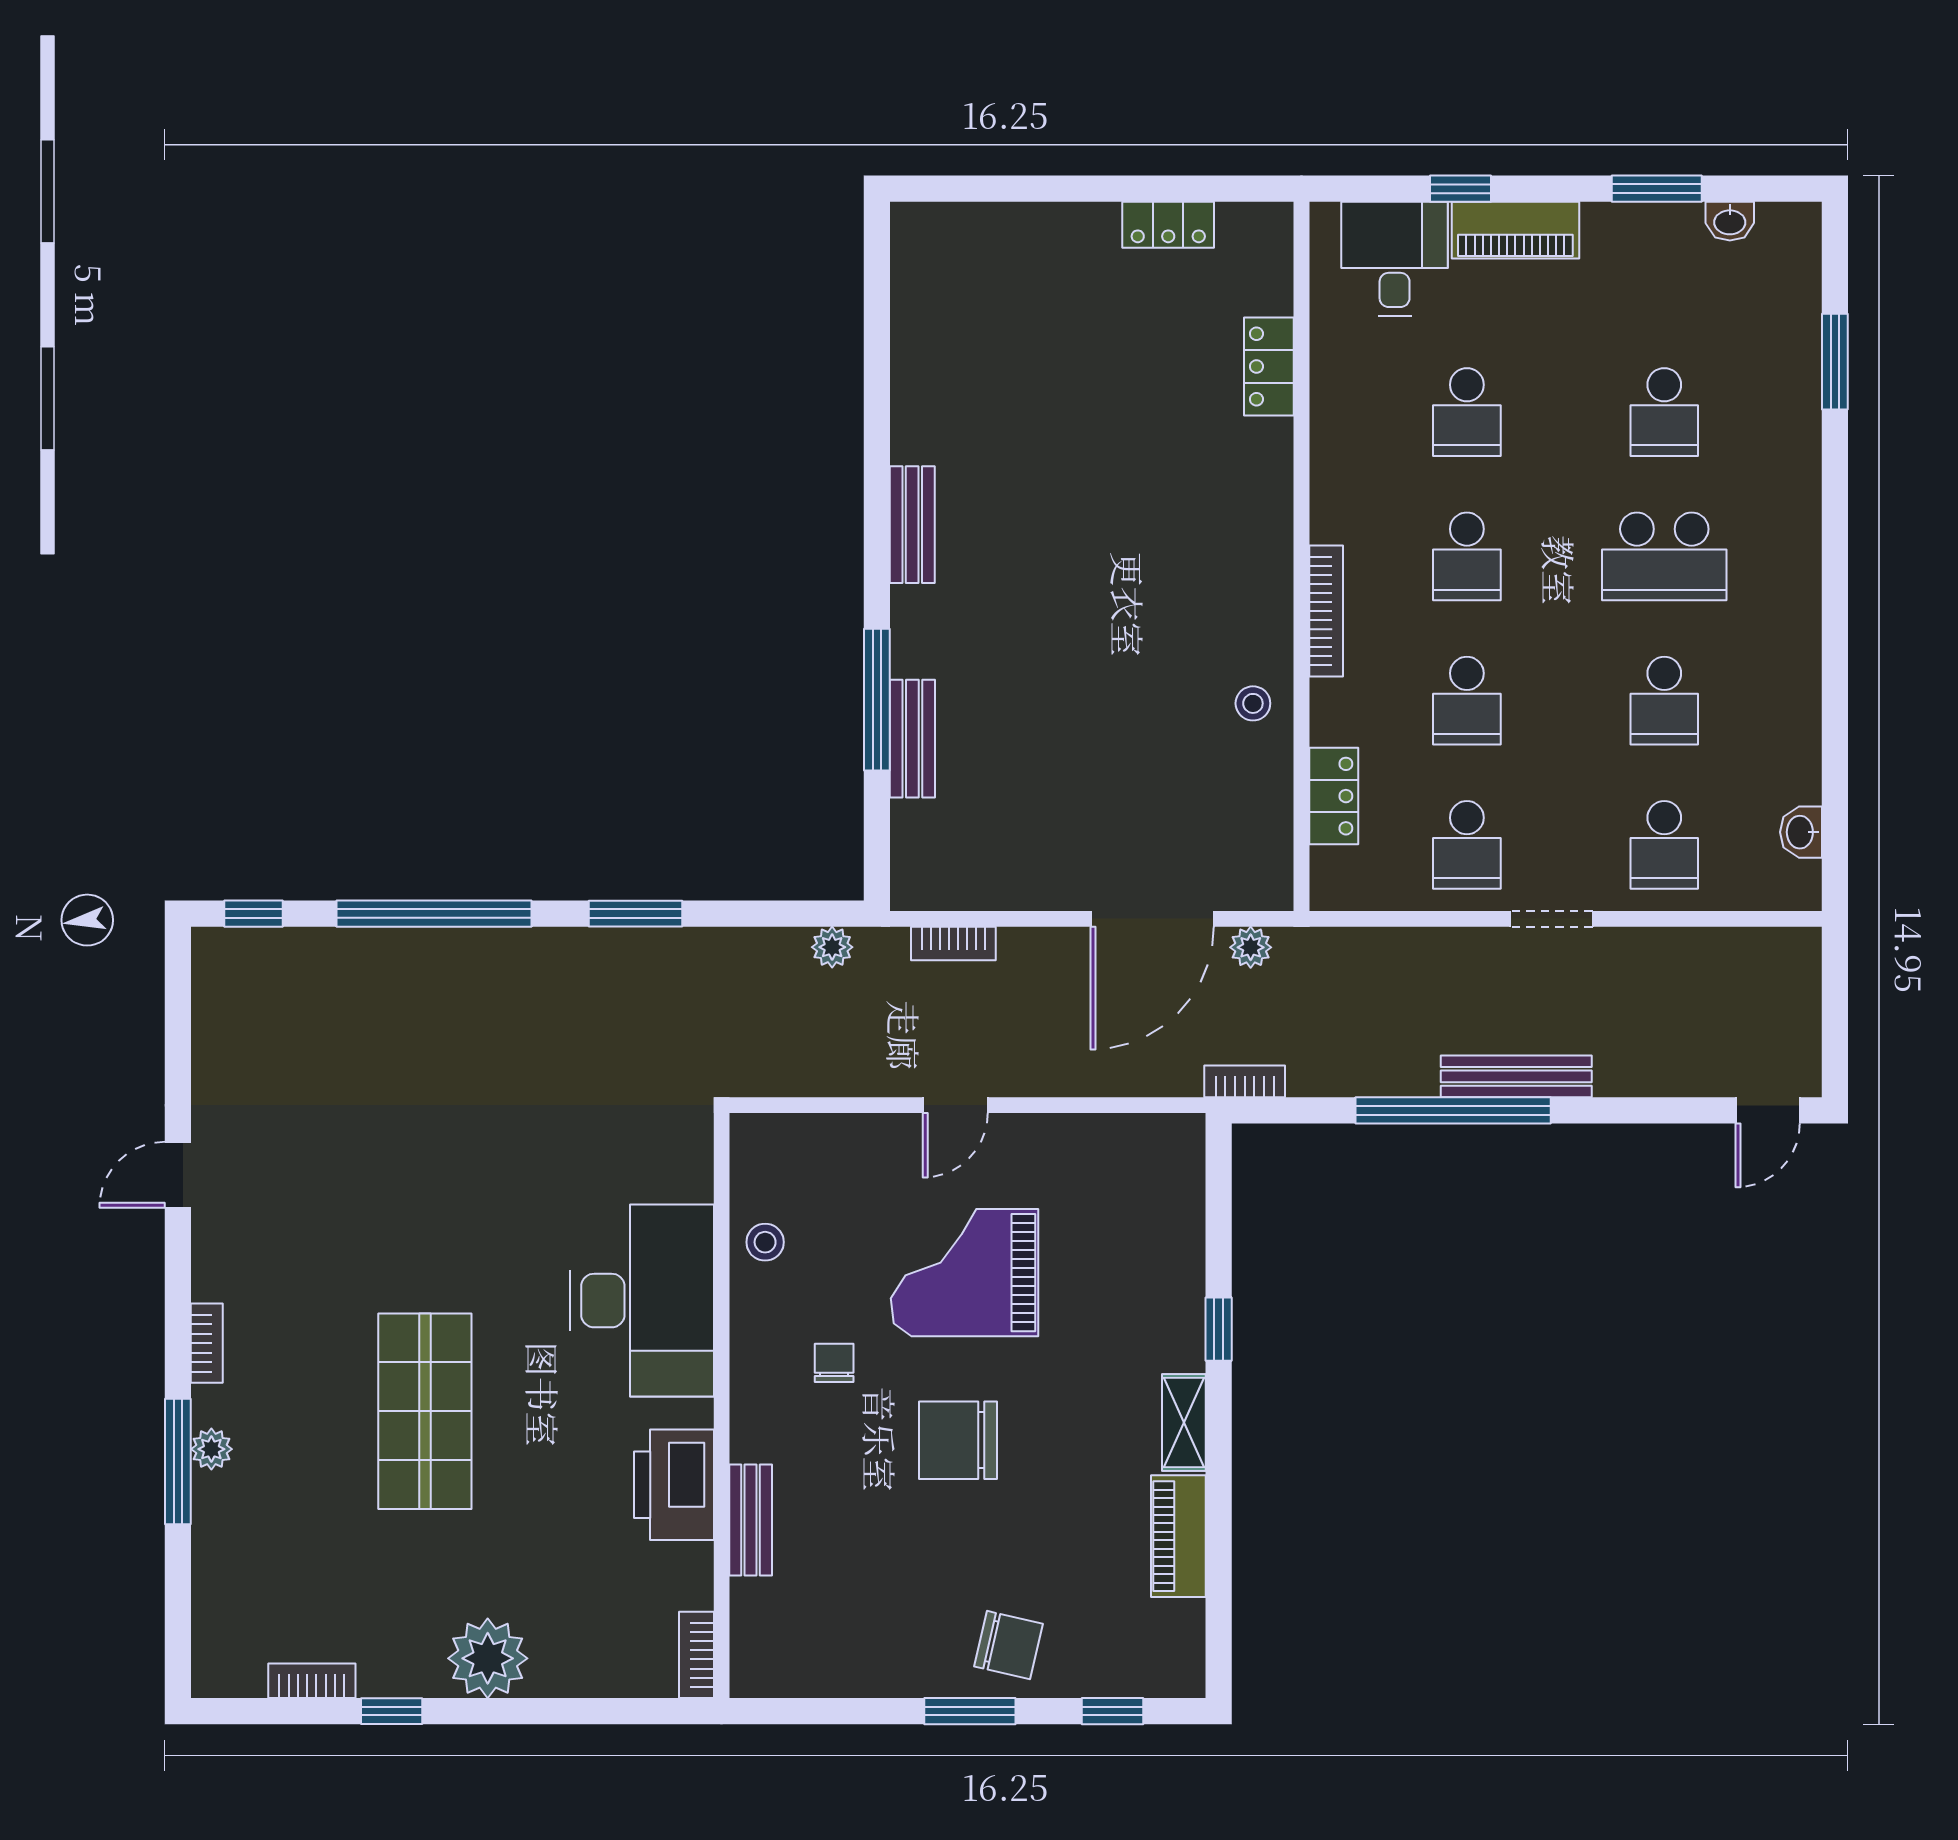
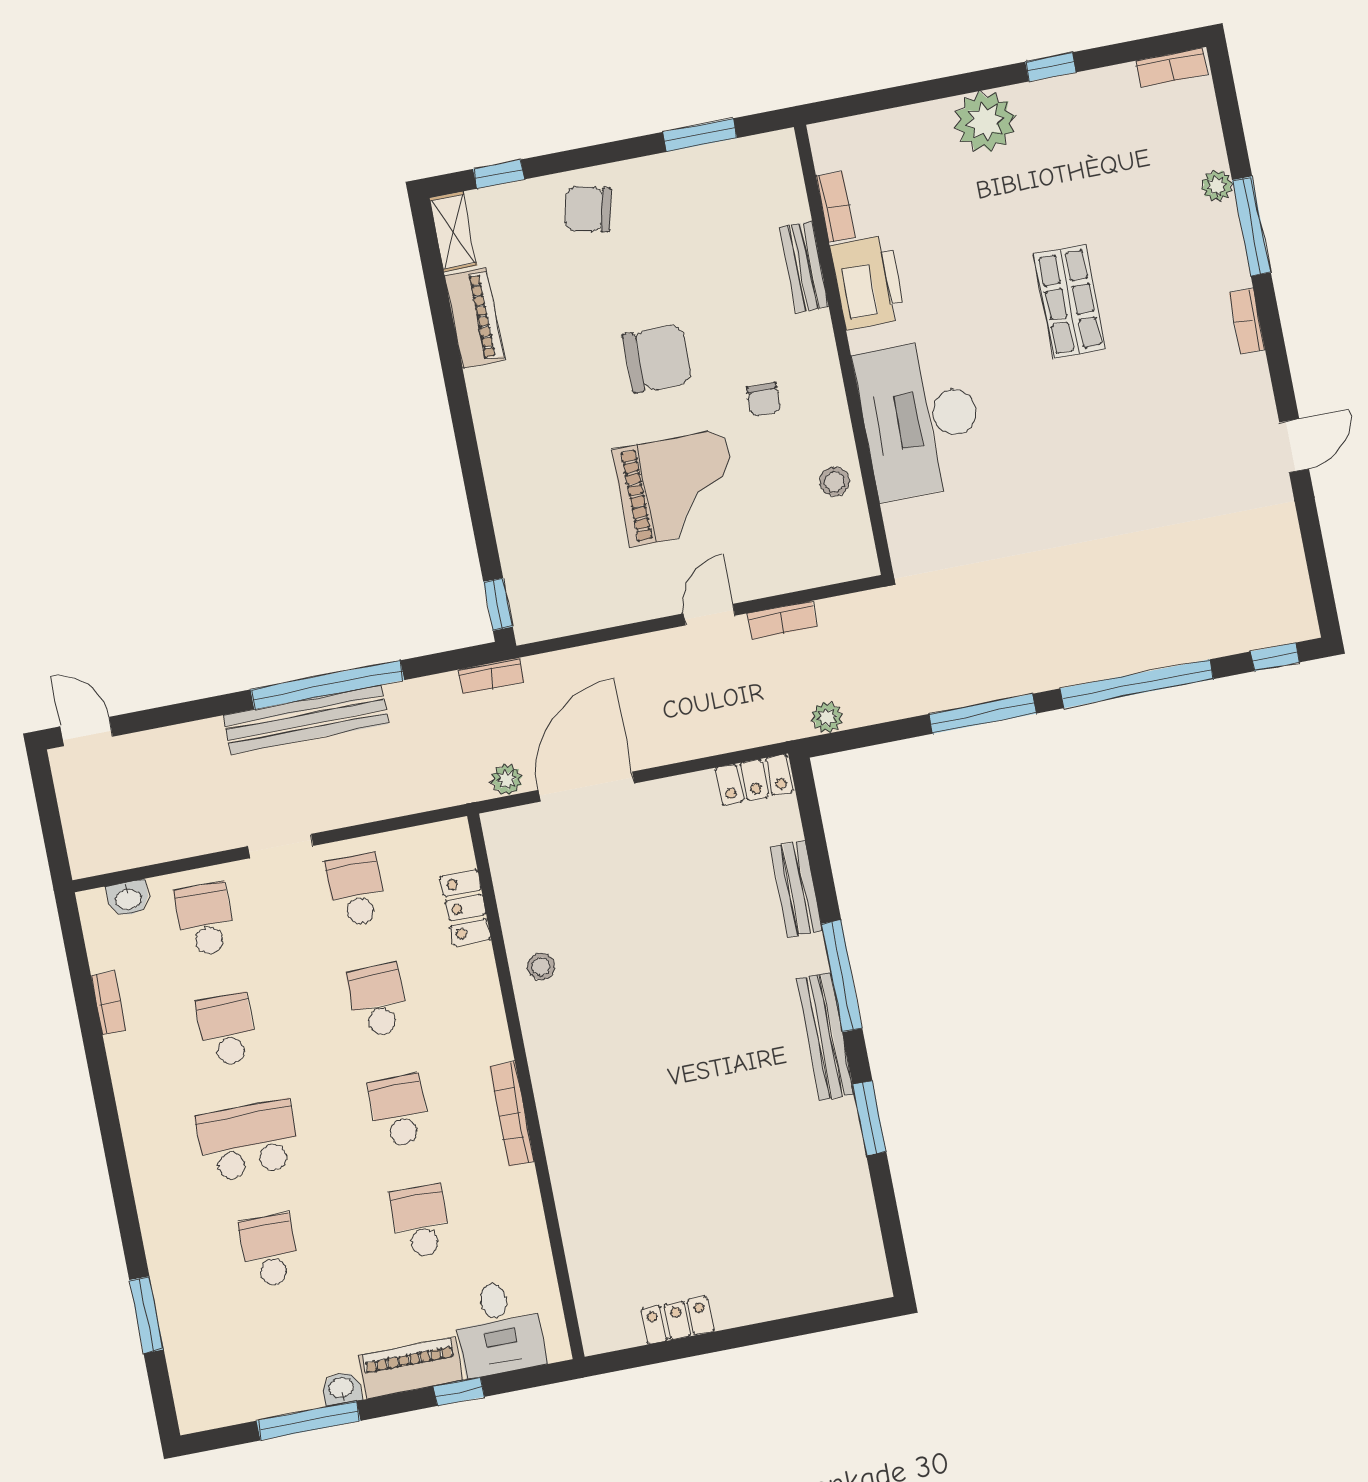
window: (1657, 189) -> (309, 1421), width x1.44
washbasin: (1730, 221) -> (342, 1388), moved
locker: (1269, 366) -> (754, 780), moved, turned 90
window: (877, 432) -> (869, 1118), added
bench: (912, 525) -> (825, 1036), width x1.36
bookcase: (1326, 611) -> (512, 1114), moved
window: (877, 700) -> (842, 976), moved
bookcase: (1806, 763) -> (108, 1003), added
washbasin: (1801, 832) -> (128, 898), moved, turned 90
window: (635, 914) -> (983, 714), width x1.44
bookcase: (953, 944) -> (782, 620), moved, turned 180
bench: (1516, 1076) -> (306, 720), width x1.37, depth x1.21
door: (1768, 1110) -> (87, 732), hinge flipped
window: (1219, 1329) -> (498, 604), moved
shop shelf: (425, 1411) -> (1070, 301), width x0.70, depth x0.74
shelving: (1184, 1423) -> (453, 232), moved
plant: (211, 1449) -> (1217, 186), moved
bookcase: (696, 1655) -> (836, 207), moved
bookcase: (312, 1681) -> (1172, 67), moved
window: (970, 1711) -> (700, 135), moved

